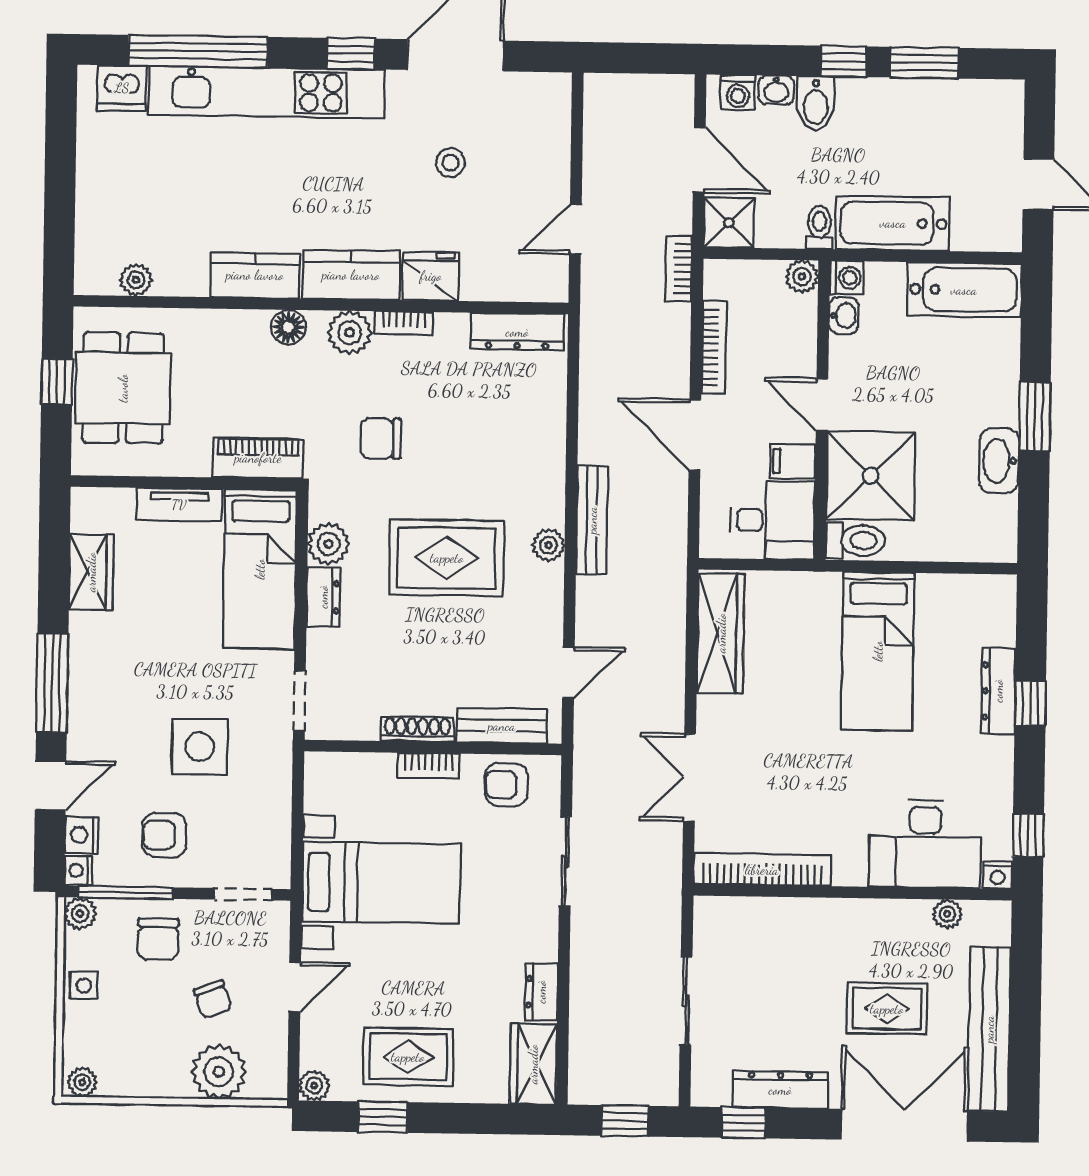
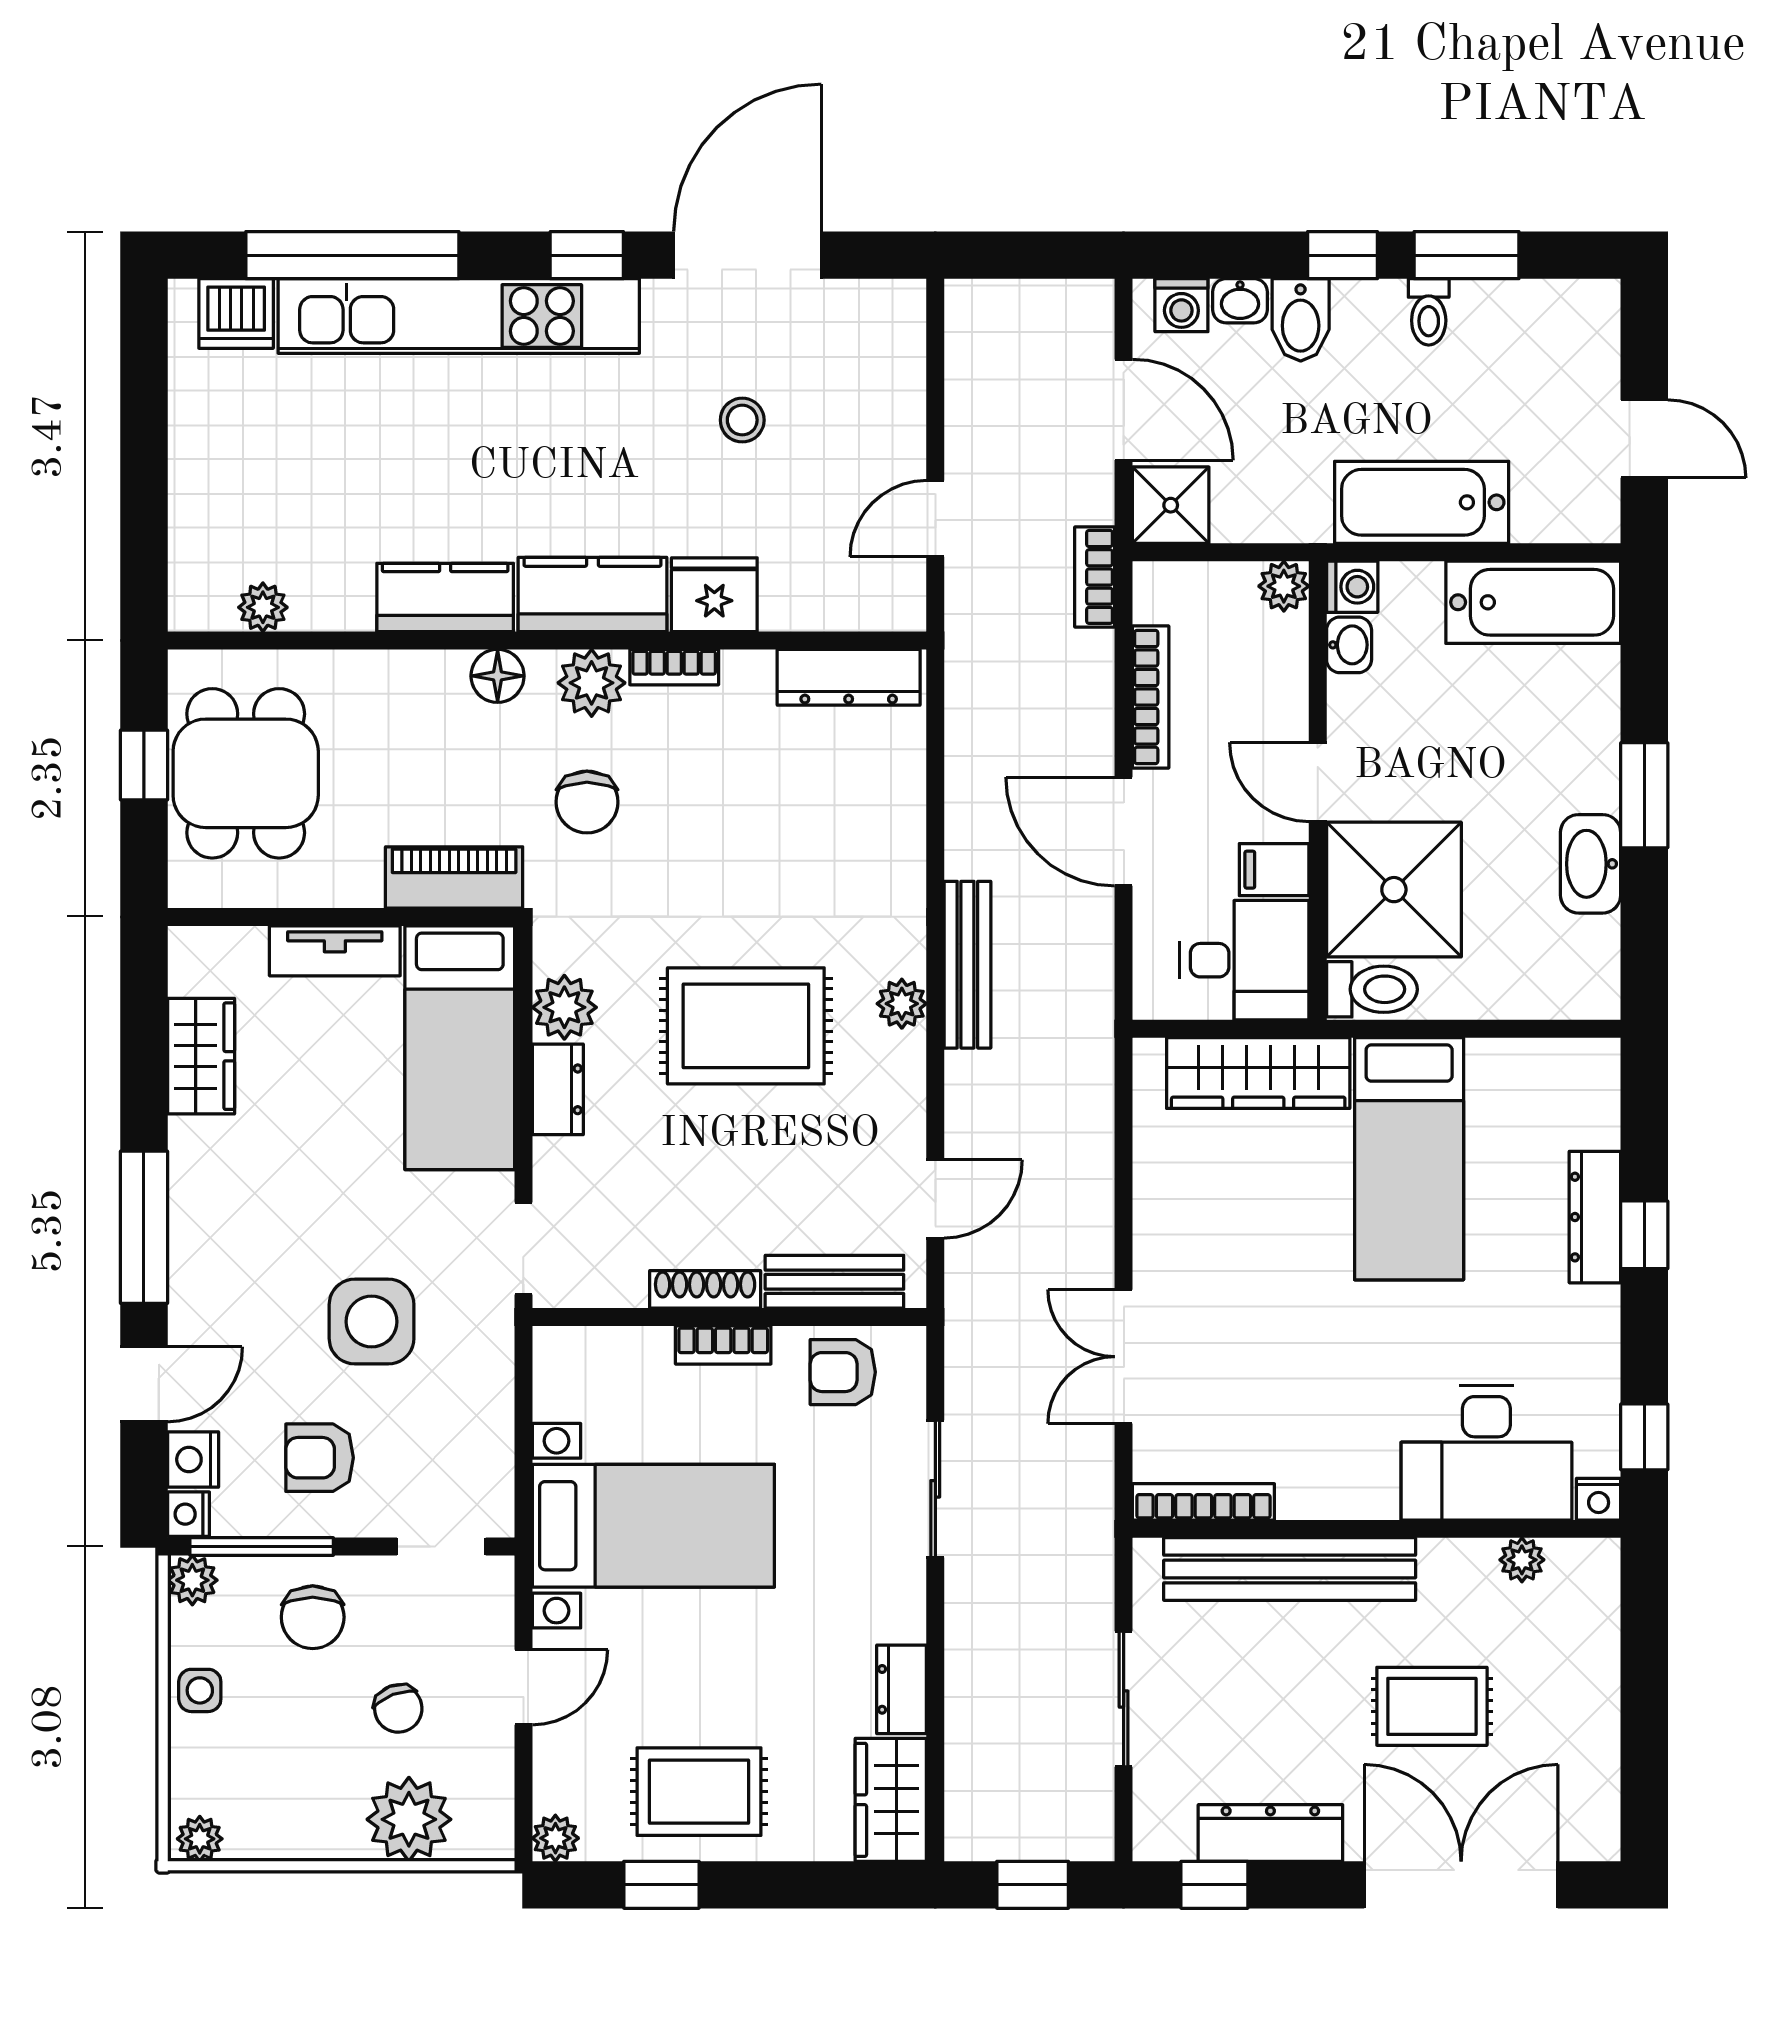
toilet: (819, 227) -> (1429, 312), moved, turned 180
chair: (381, 439) -> (587, 802), moved, turned -90
wardrobe: (721, 633) -> (1258, 1073), moved, turned 90
bookcase: (762, 870) -> (1203, 1502), width x0.68, depth x0.76
bench: (989, 1029) -> (1290, 1569), moved, turned 90

